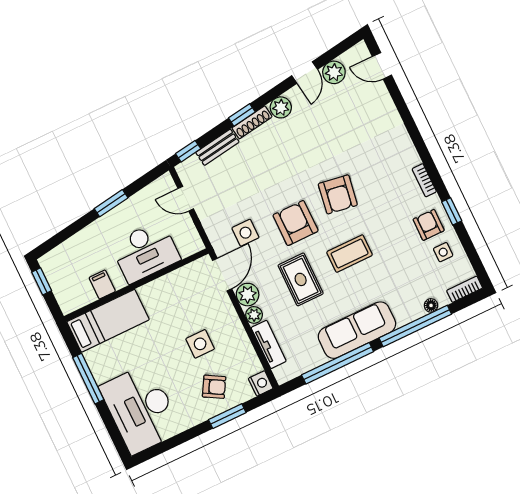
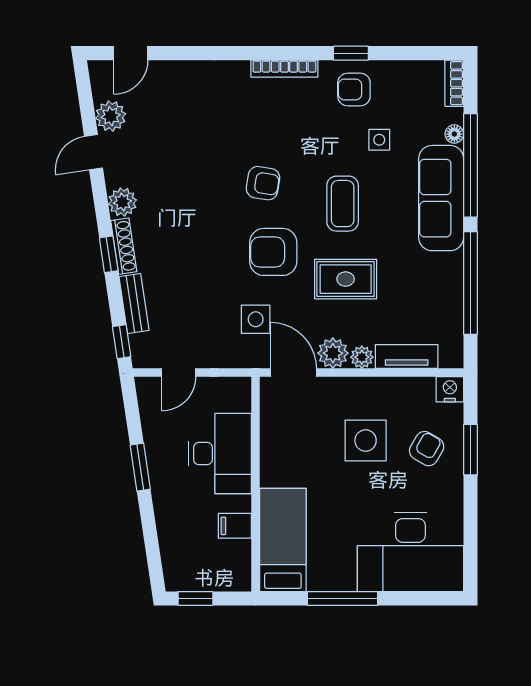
door: (305, 72) -> (94, 152), swing flipped
bookcase: (424, 180) -> (284, 69), width x1.56
armchair: (338, 194) -> (263, 183), width x0.72, depth x0.72
side table: (443, 252) -> (379, 140), moved
sofa: (357, 330) -> (441, 198), moved
side table: (200, 344) -> (366, 441), width x1.37, depth x1.37

